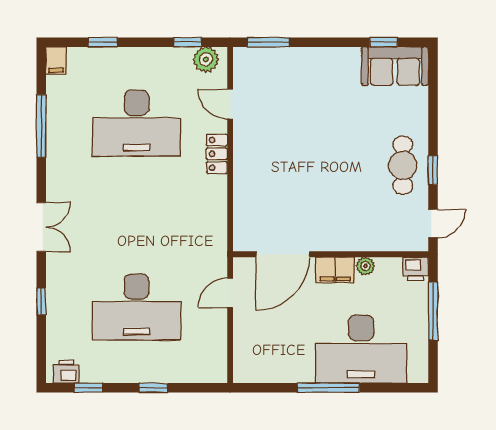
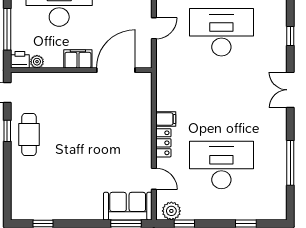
filing cabinet: (56, 61) -> (166, 119), moved, turned 90
sofa: (395, 66) -> (128, 206), moved
plant: (365, 266) -> (37, 62), moved
door: (230, 293) -> (154, 28), moved

